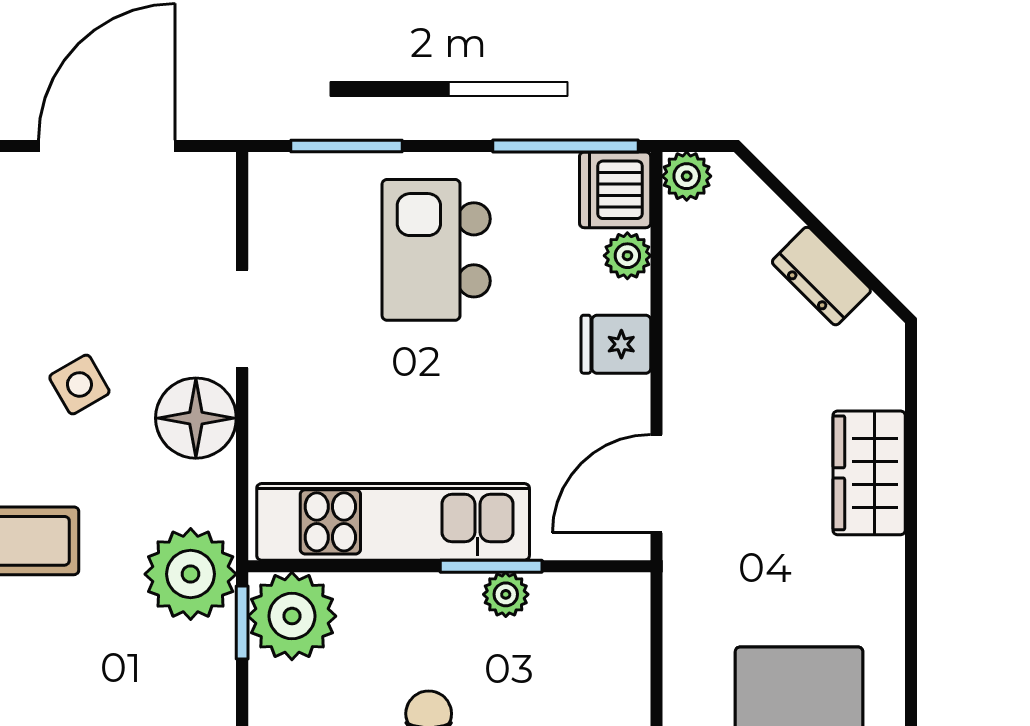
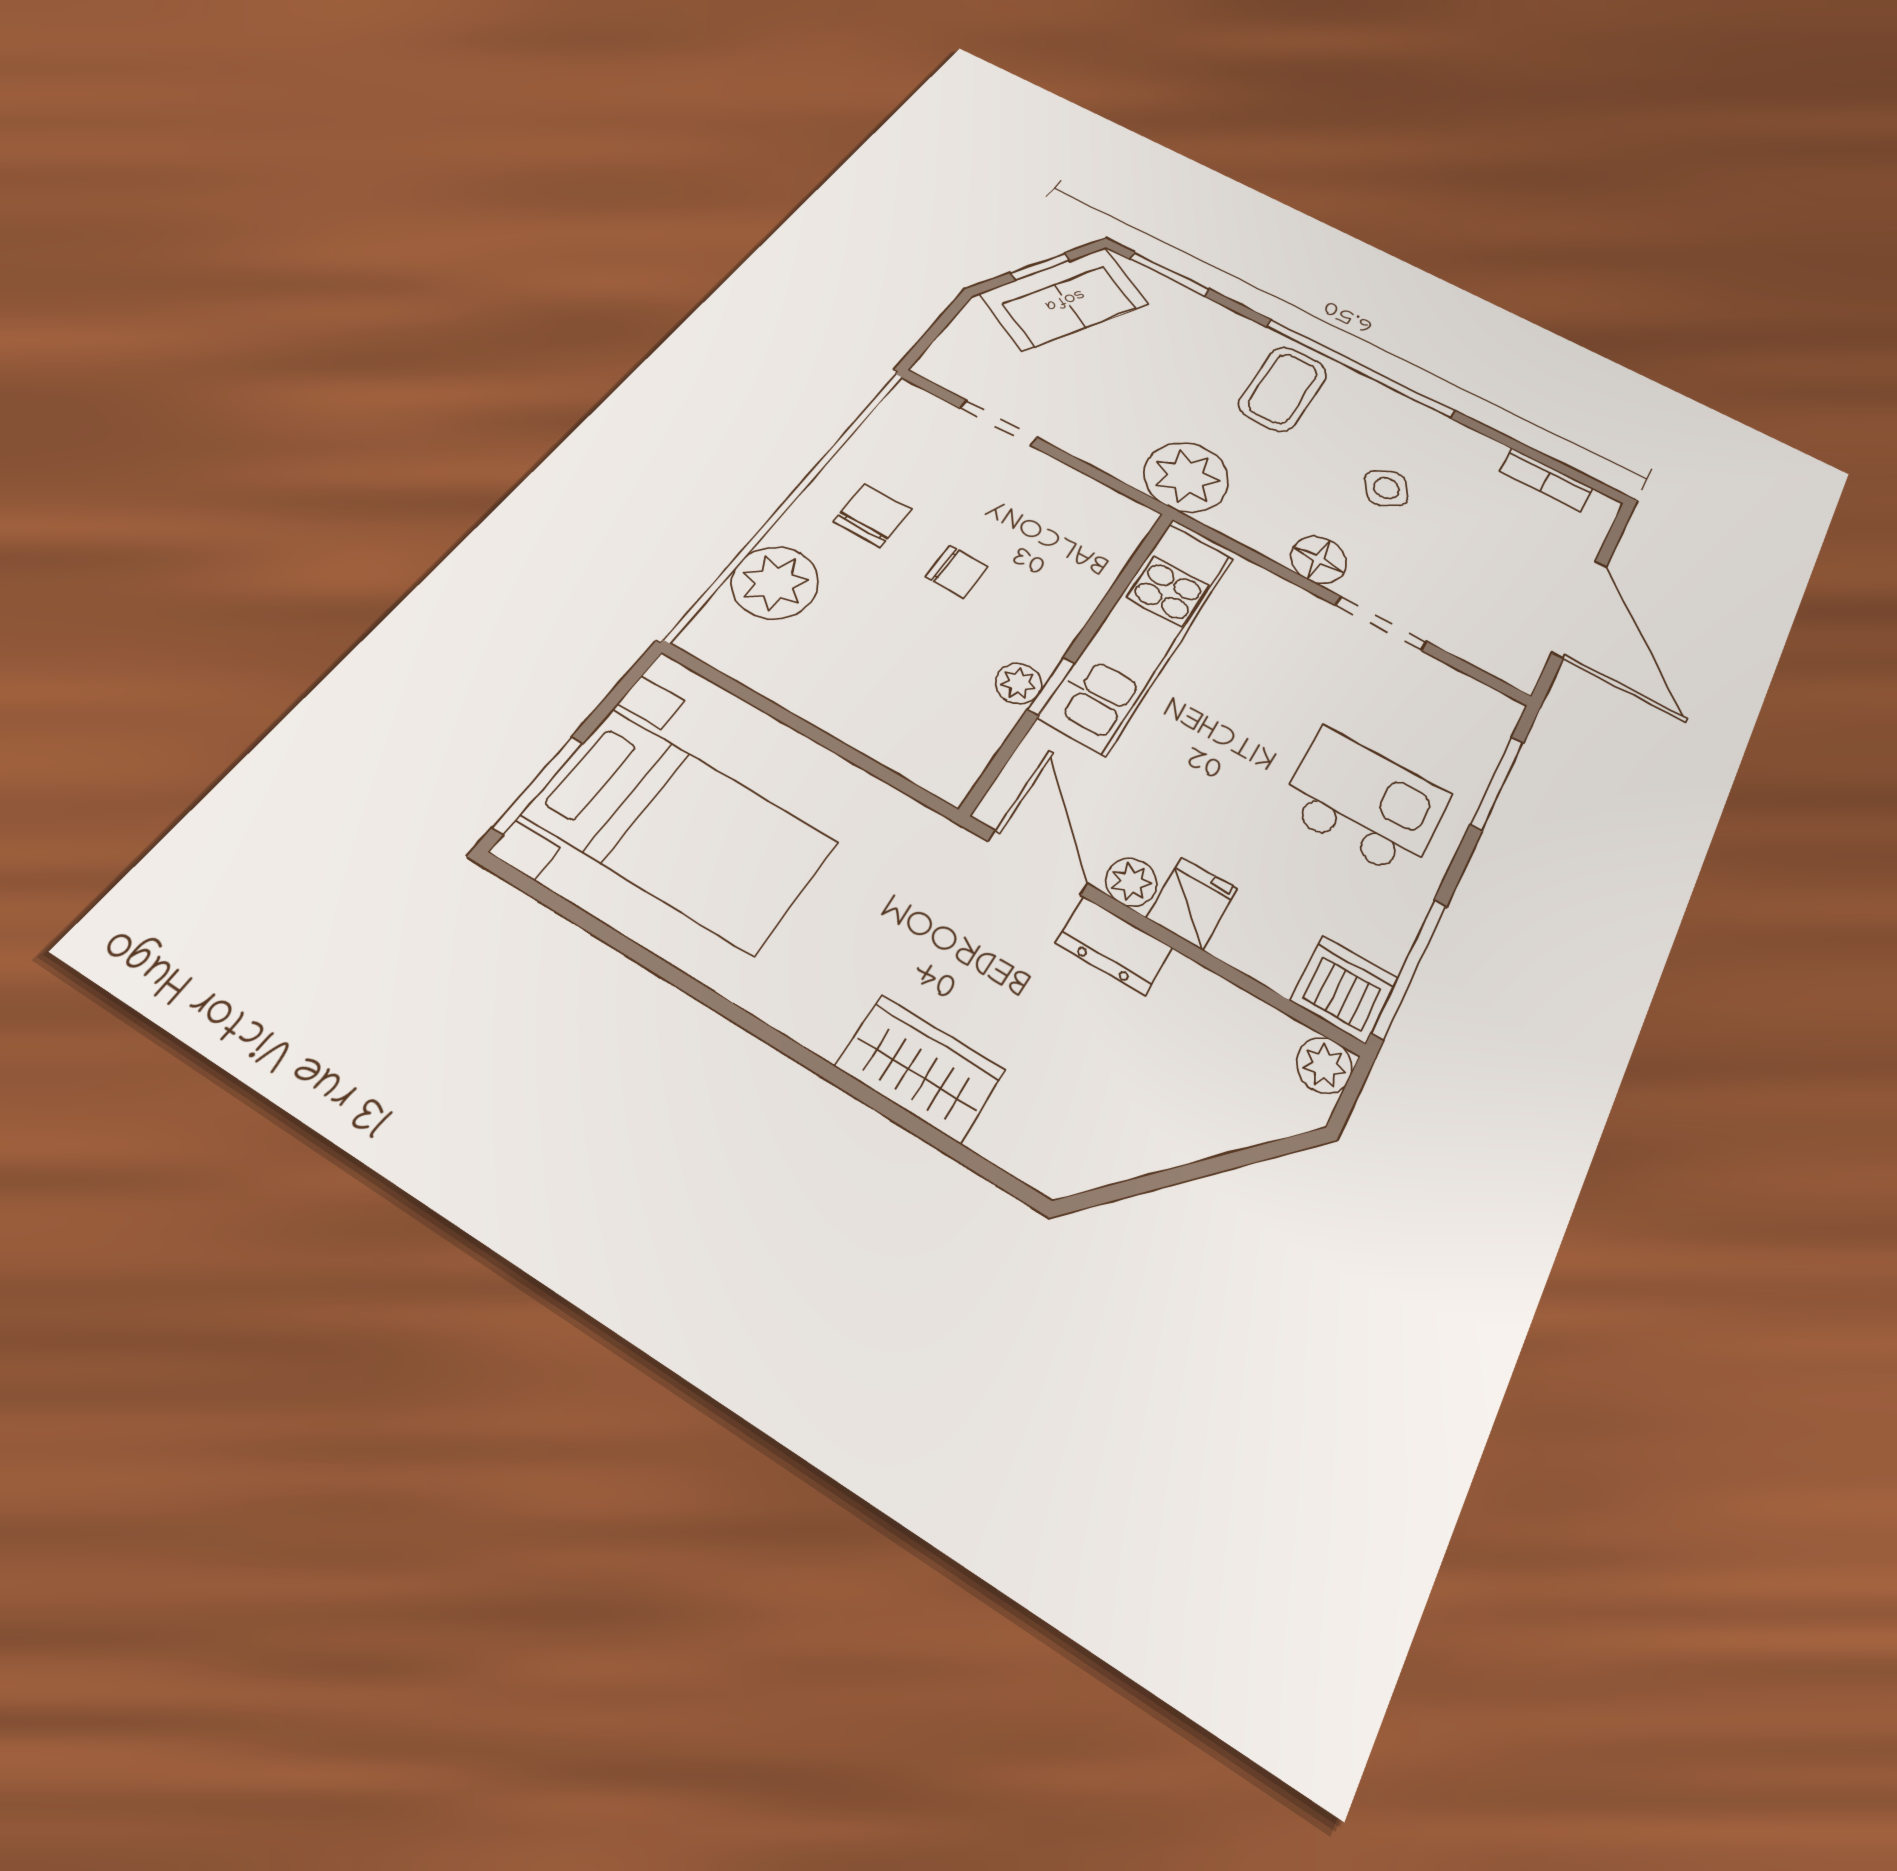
plant: (627, 256) -> (1131, 882), moved
dresser: (821, 276) -> (1114, 945), moved, turned -135
floor lamp: (196, 418) -> (1319, 560), width x0.73, depth x0.73
window: (491, 566) -> (1051, 686), width x0.67
plant: (292, 616) -> (1106, 523), removed
window: (242, 622) -> (1124, 489), removed

